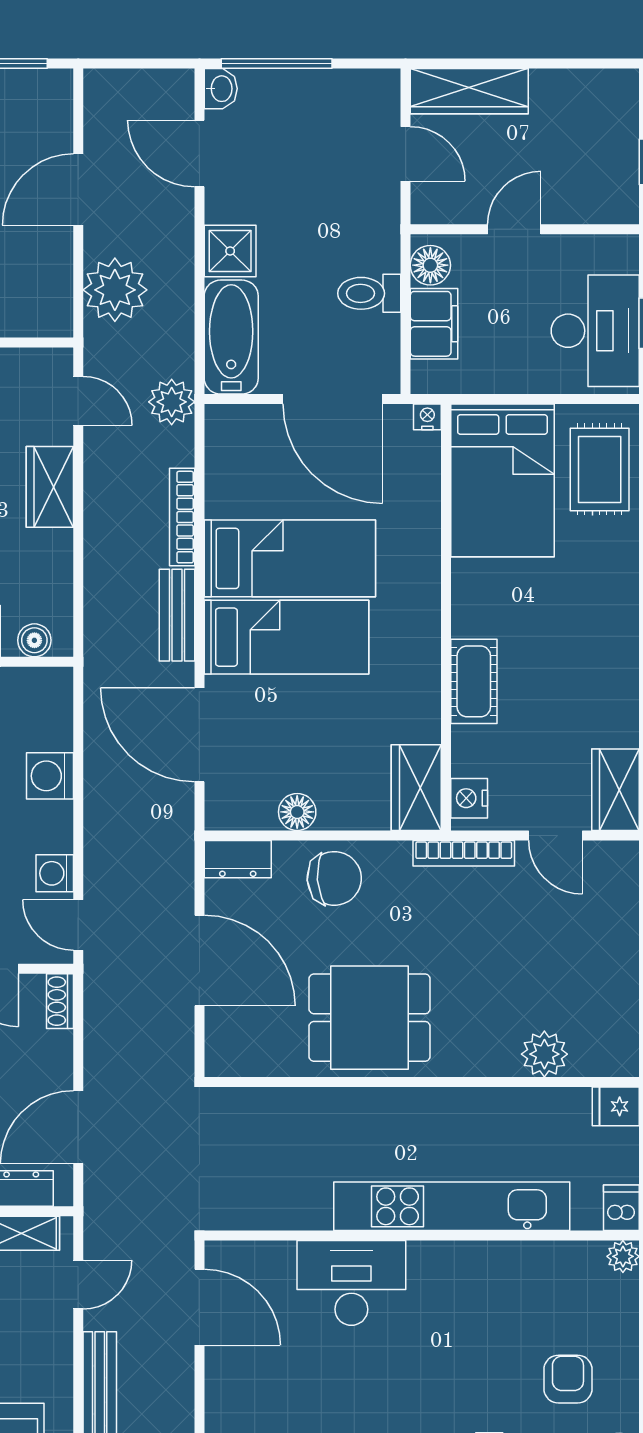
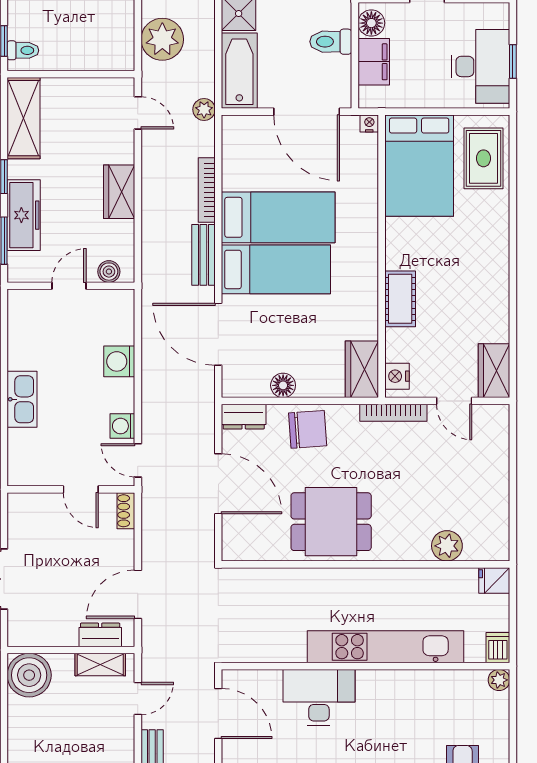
plant: (172, 402) -> (204, 109), width x0.73, depth x0.73
wardrobe: (50, 487) -> (119, 192), moved

